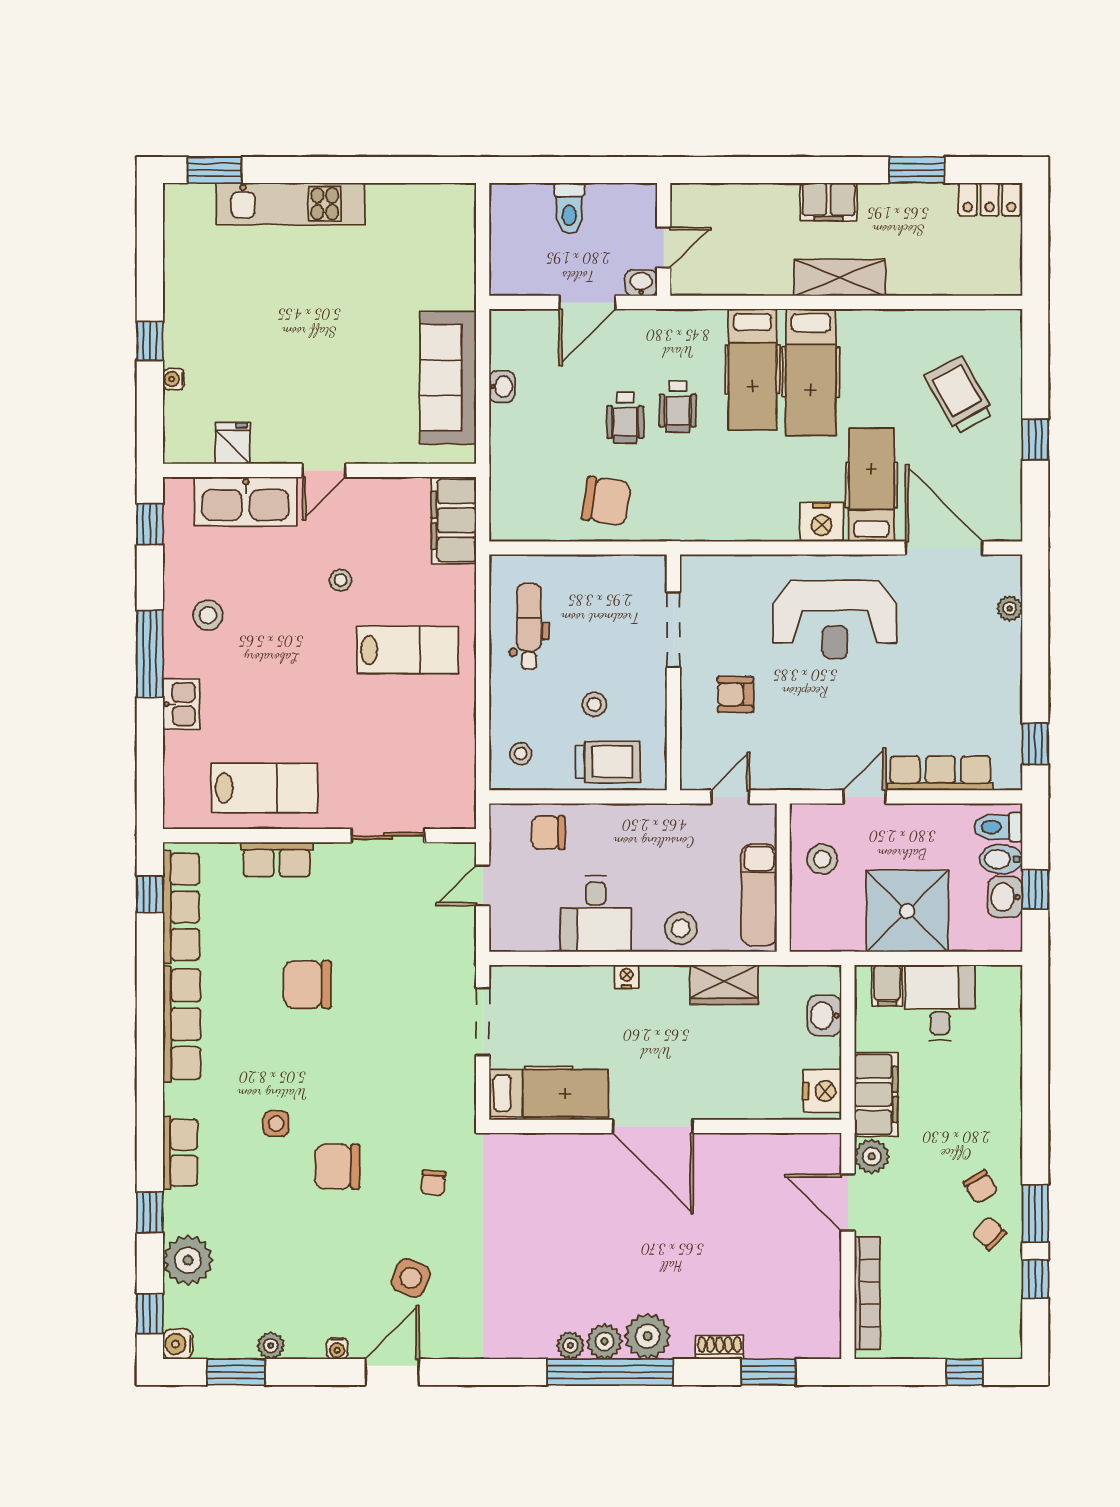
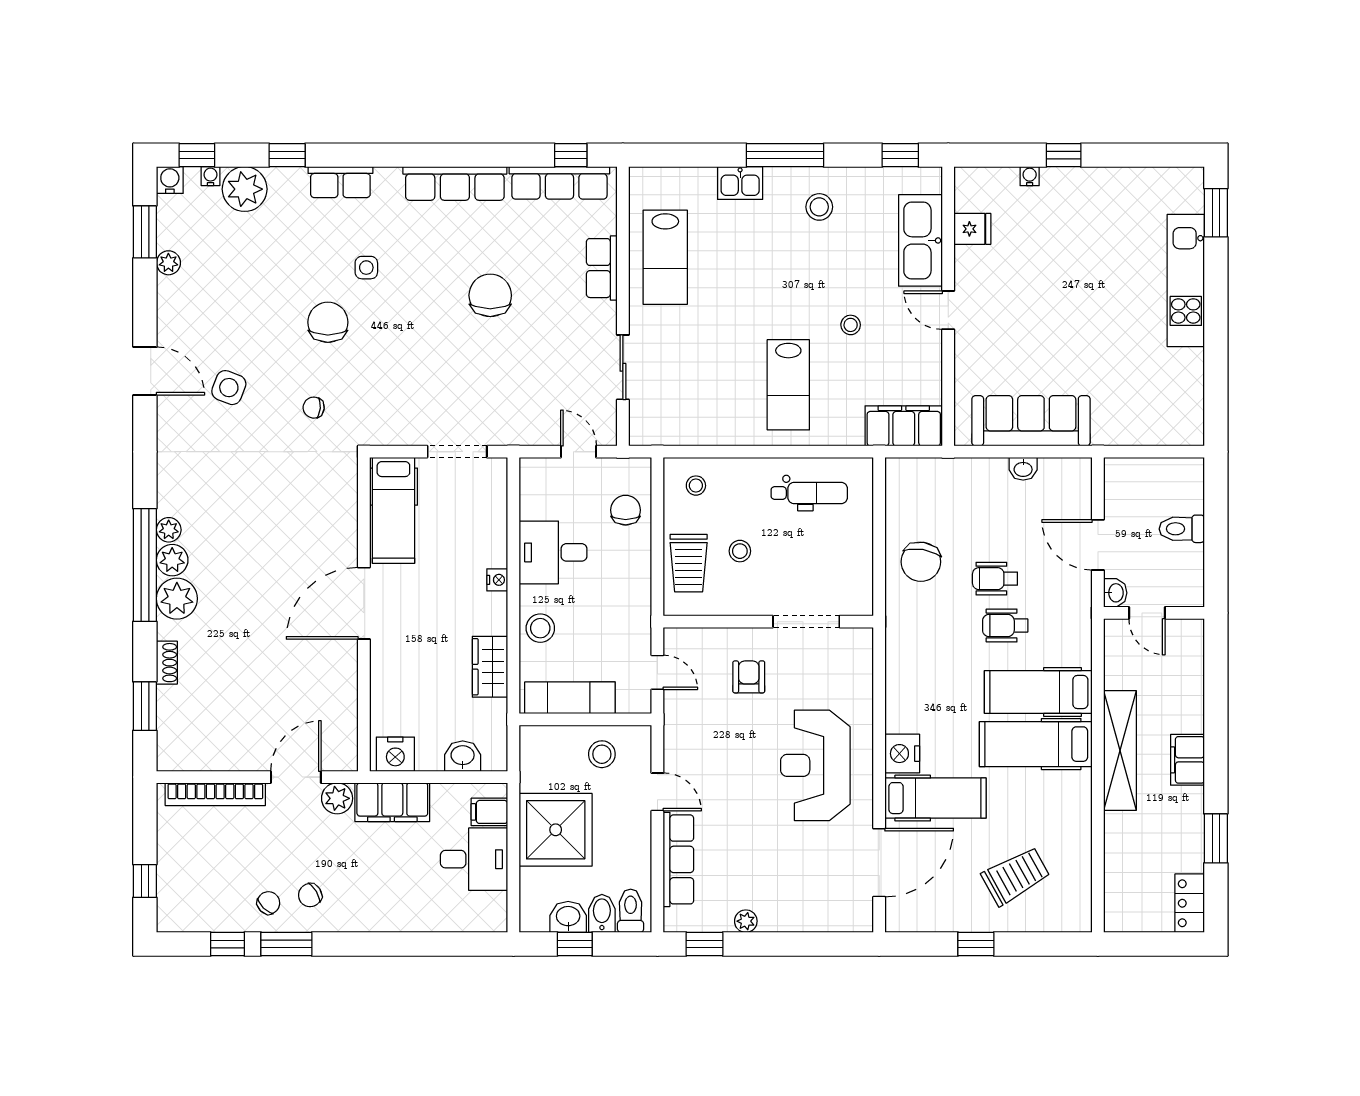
shelving: (839, 278) -> (1120, 750), width x1.47
plant: (1010, 608) -> (746, 921), moved
water cooler: (337, 1349) -> (210, 176), moved, turned 90

